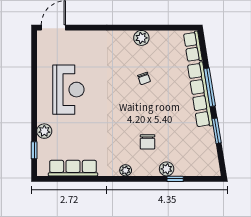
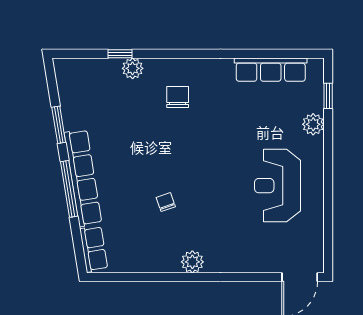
plant: (141, 38) -> (192, 262), moved
chair: (147, 142) -> (178, 97), moved
plant: (126, 170) -> (193, 66), removed

